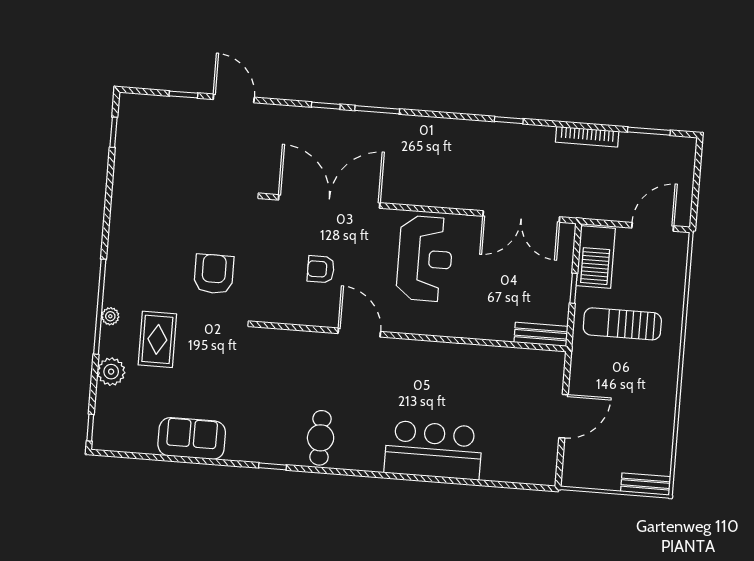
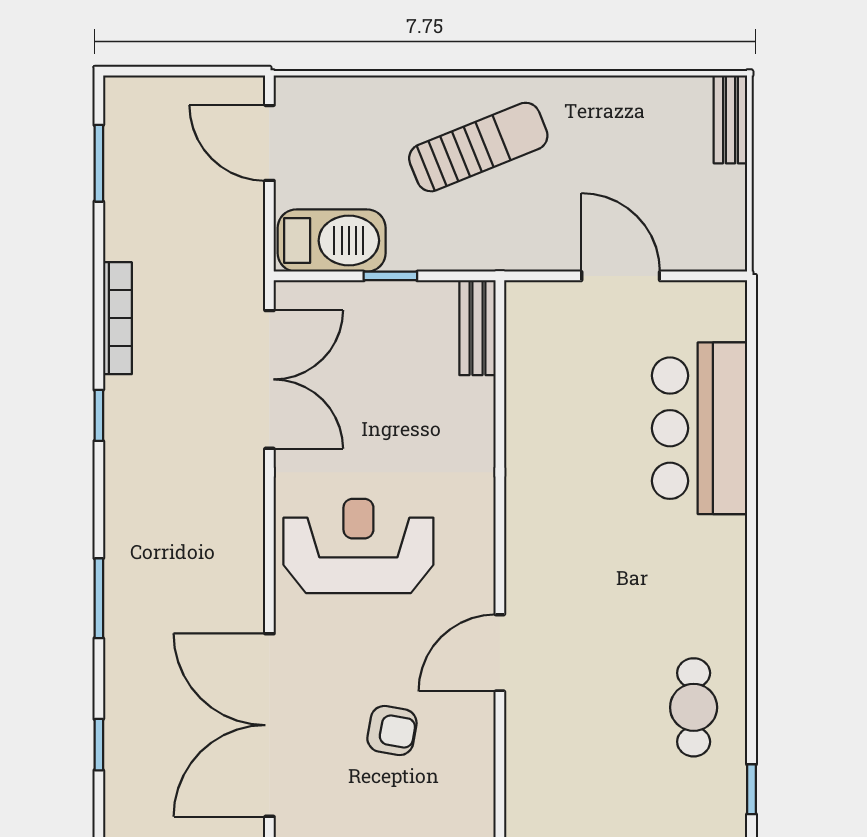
window: (377, 110) -> (99, 598), moved
bookcase: (587, 137) -> (117, 318), moved
armchair: (321, 269) -> (392, 731), turned -80
sun lounger: (622, 324) -> (478, 147), moved, turned -112
cafe table: (321, 438) -> (694, 707), turned 90
bar counter: (433, 450) -> (700, 428), moved

